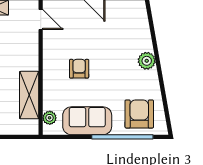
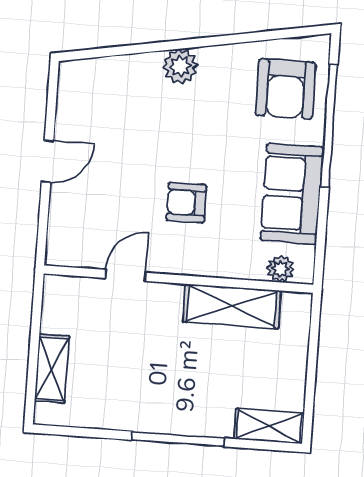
door: (41, 19) -> (125, 275), moved
armchair: (139, 114) -> (286, 89), turned -90

